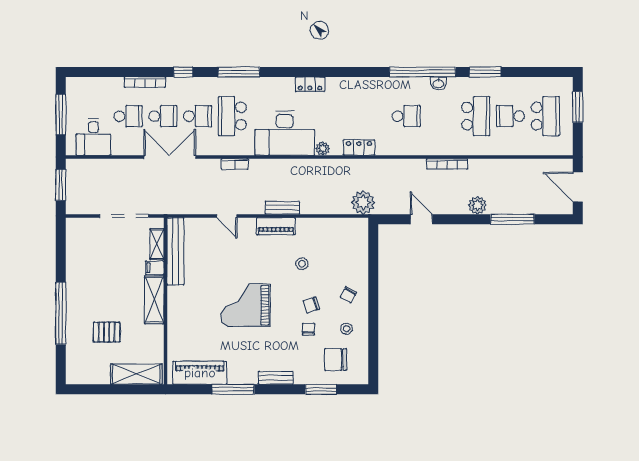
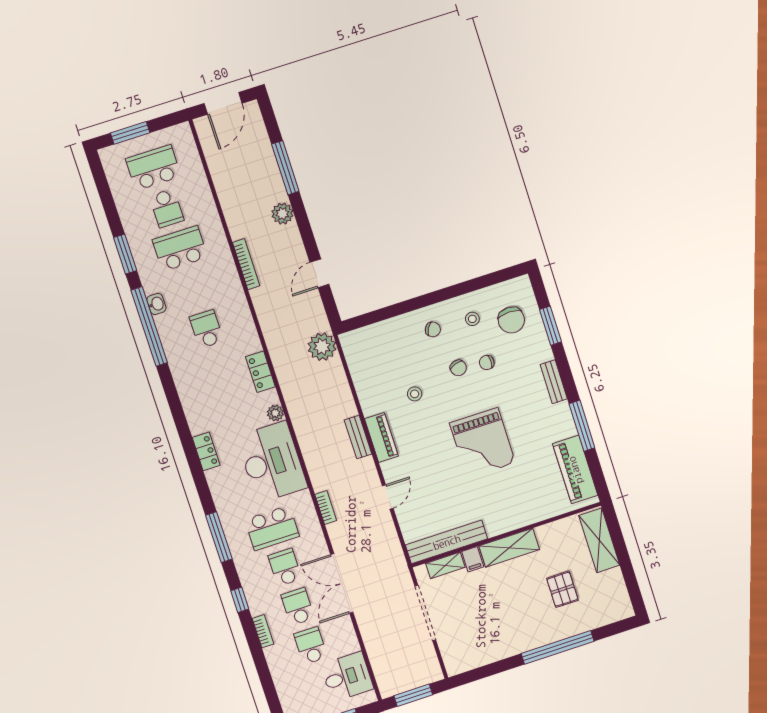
bookcase: (145, 82) -> (263, 631), width x0.64

